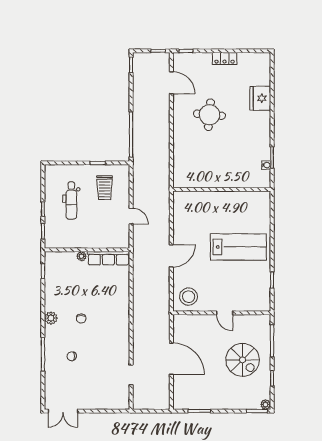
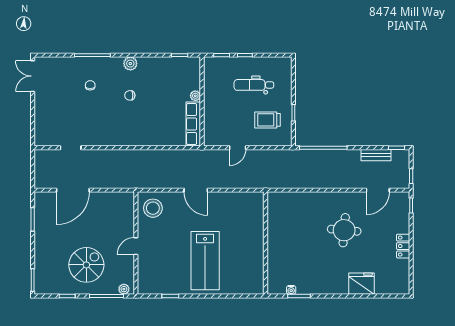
bench: (138, 84) -> (376, 155), added
door: (171, 359) -> (73, 190), moved
spiral stairs: (243, 360) -> (86, 265), turned 180
plant: (265, 404) -> (124, 289), moved

